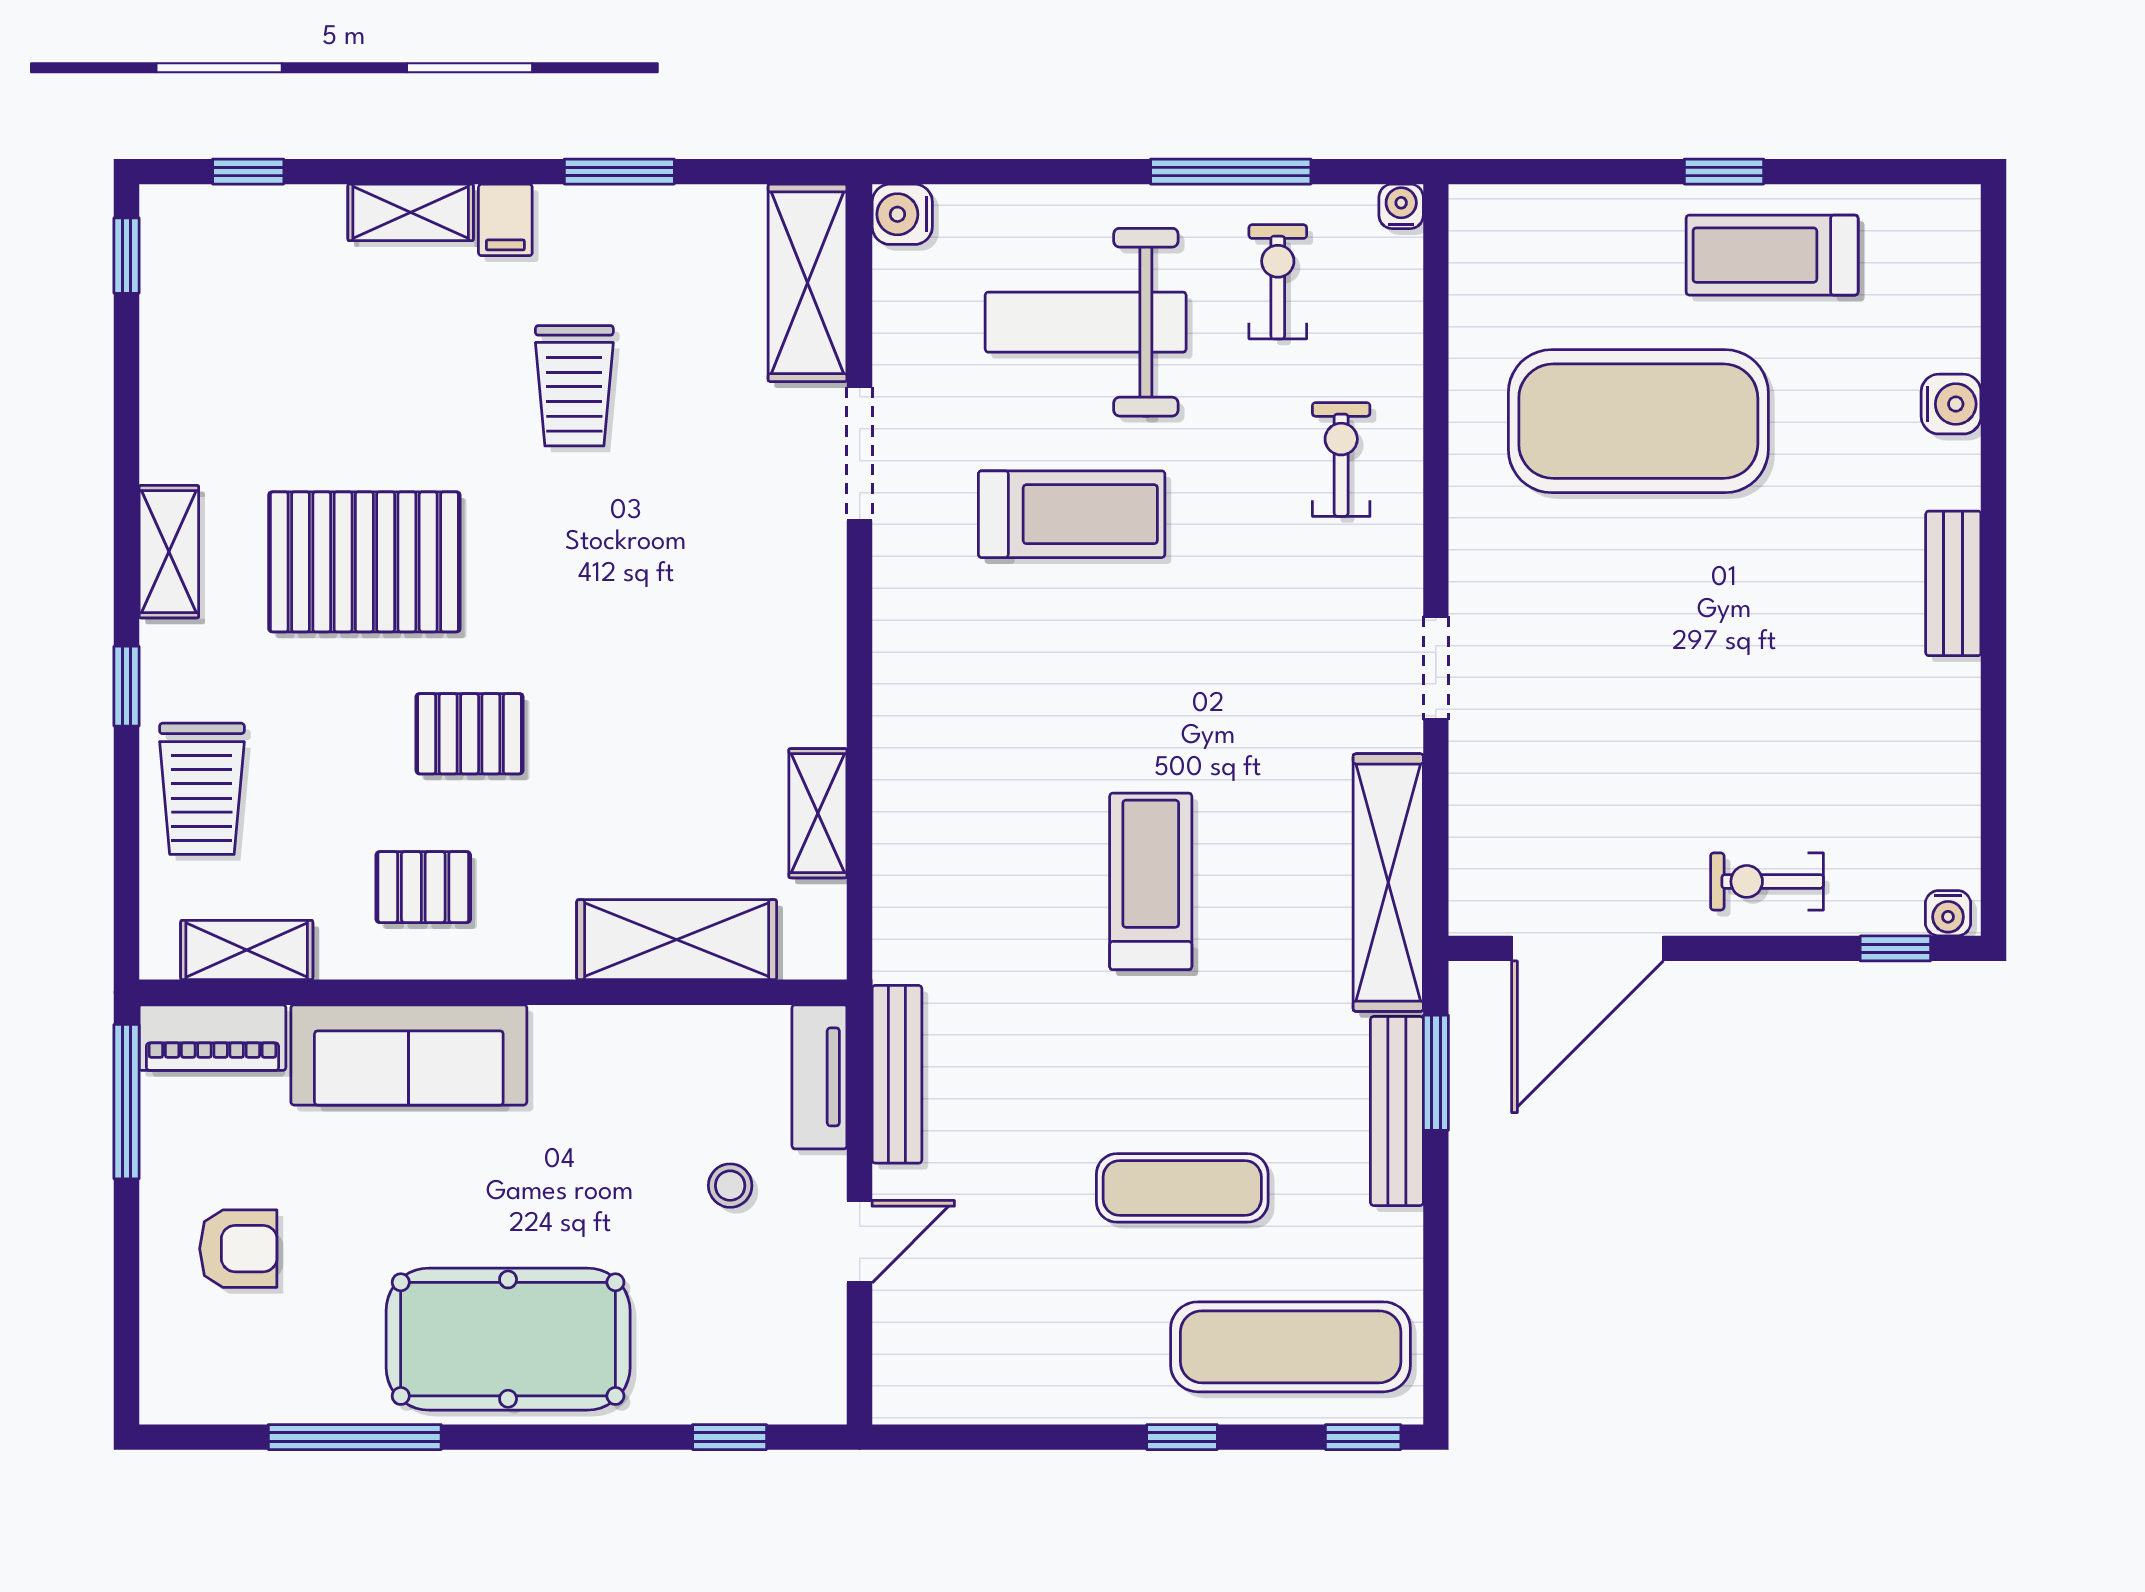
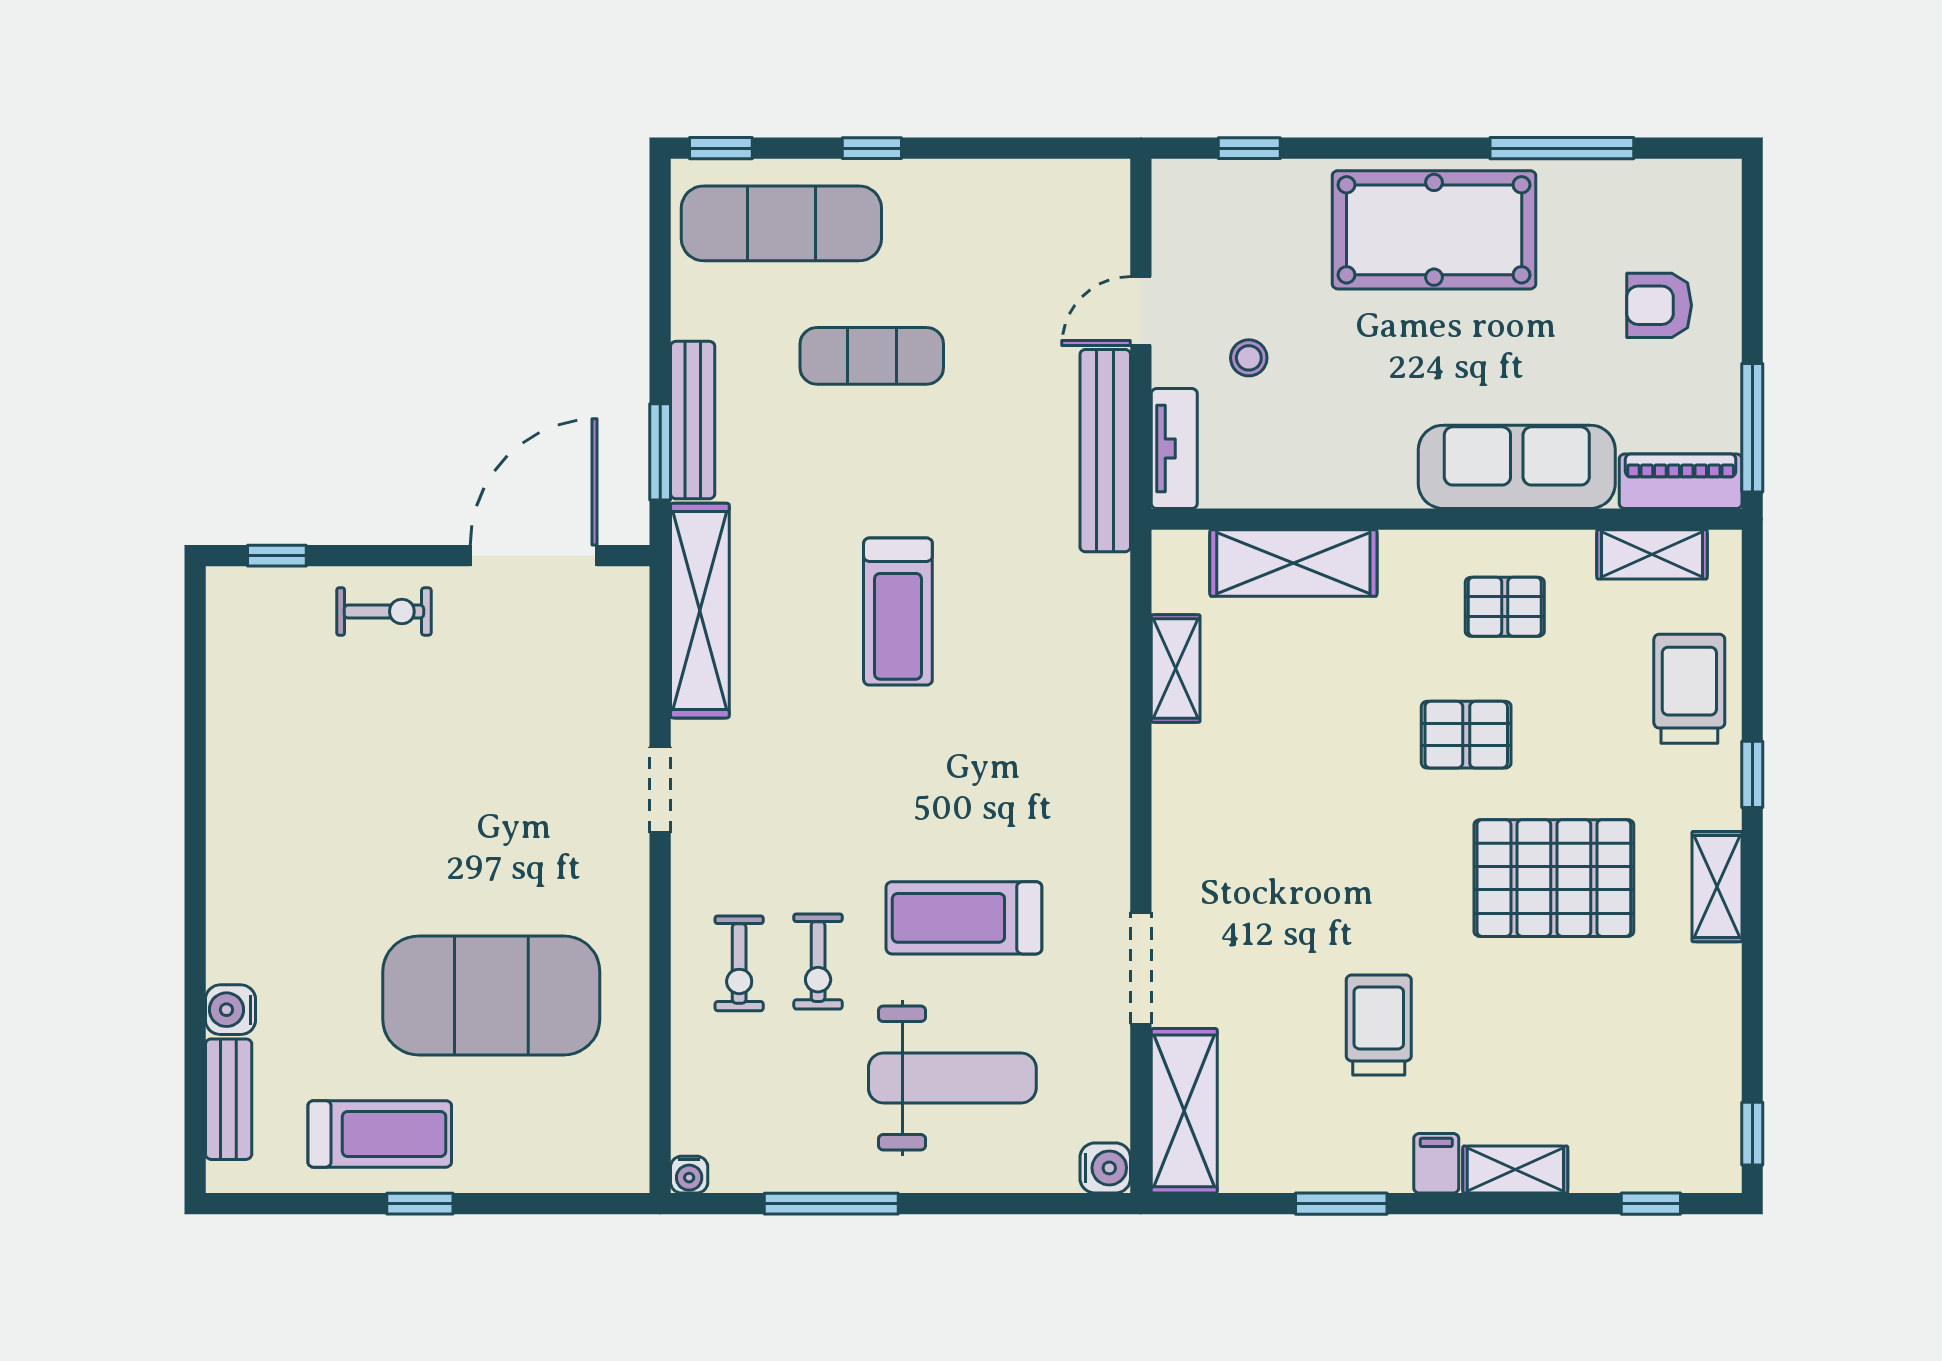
exercise bike: (1278, 282) -> (818, 962), moved
bench: (1953, 583) -> (229, 1099), moved
water cooler: (1948, 913) -> (233, 585), removed
bench: (897, 1074) -> (1105, 451), width x1.37, depth x1.21

